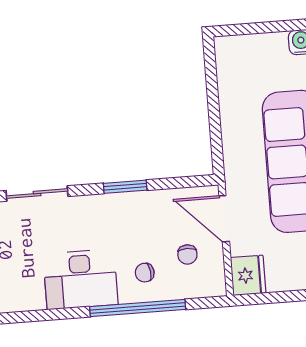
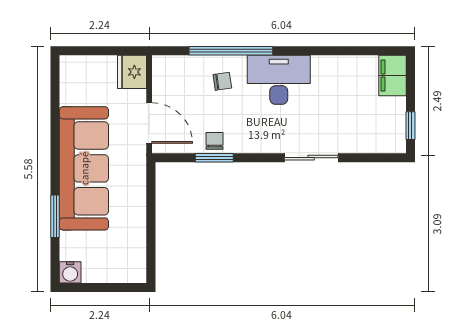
window: (125, 187) -> (214, 158), moved
chair: (187, 255) -> (214, 141), moved

